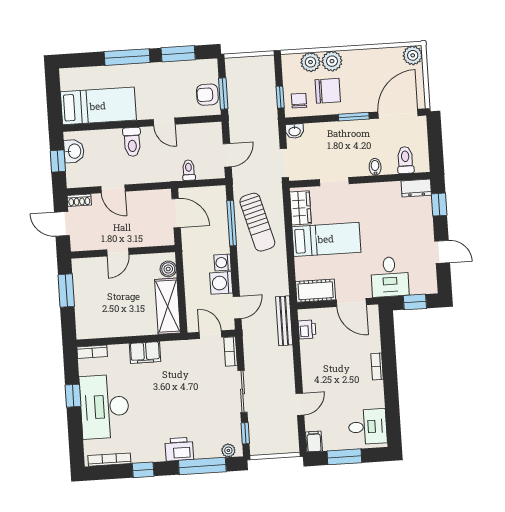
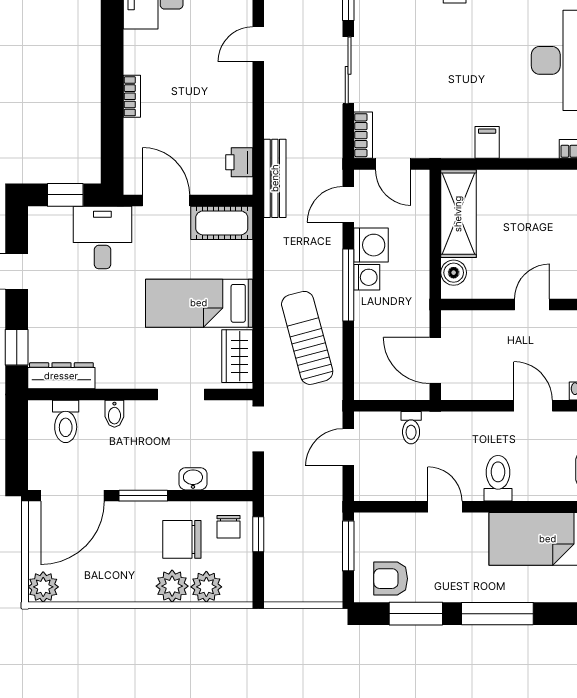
armchair: (207, 95) -> (391, 579), moved, turned 180
washbasin: (295, 131) -> (193, 479), moved
dresser: (416, 188) -> (61, 376), width x1.44
window: (232, 223) -> (348, 285), moved
filing cabinet: (145, 352) -> (487, 142), width x0.50

